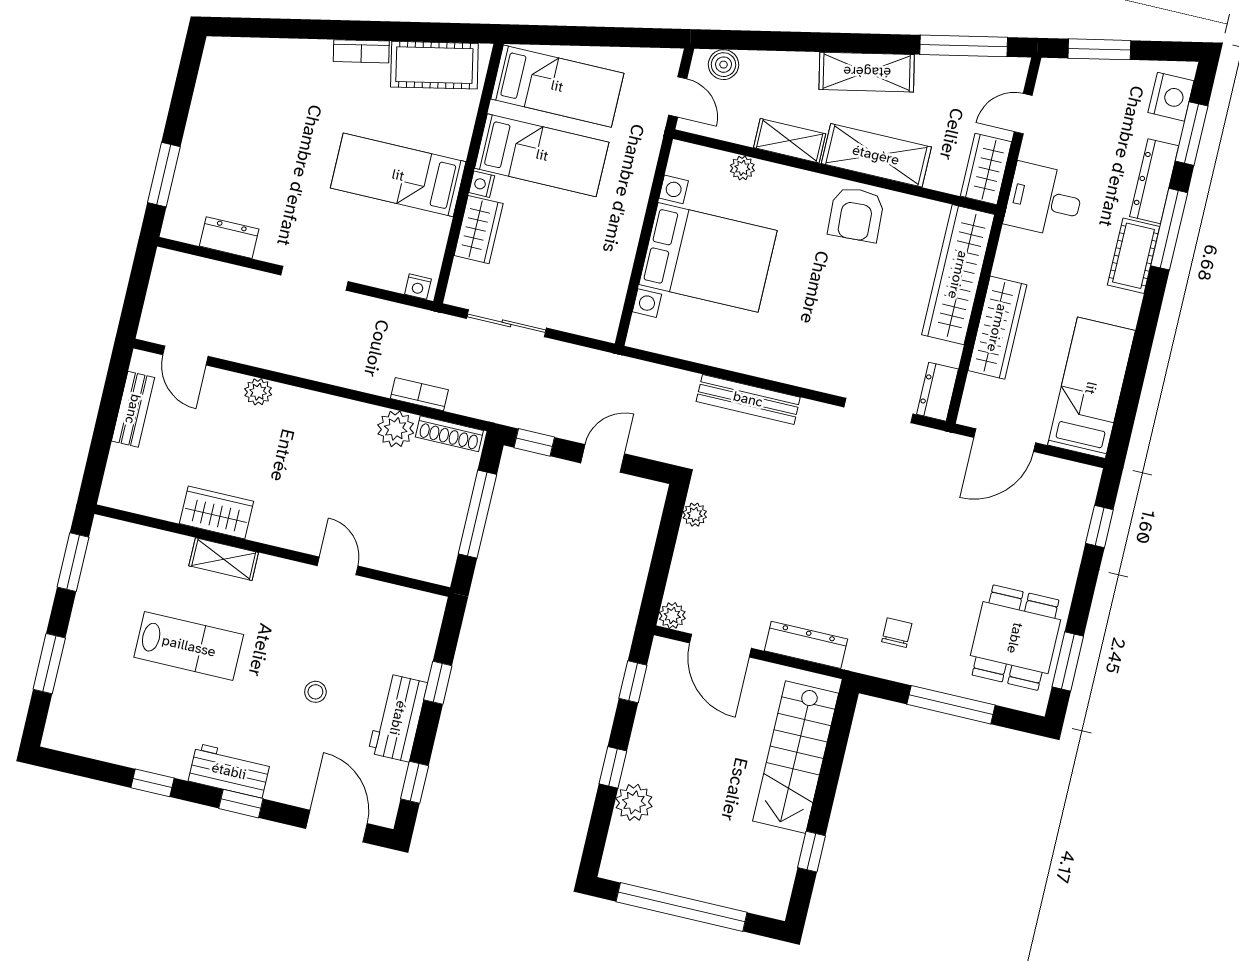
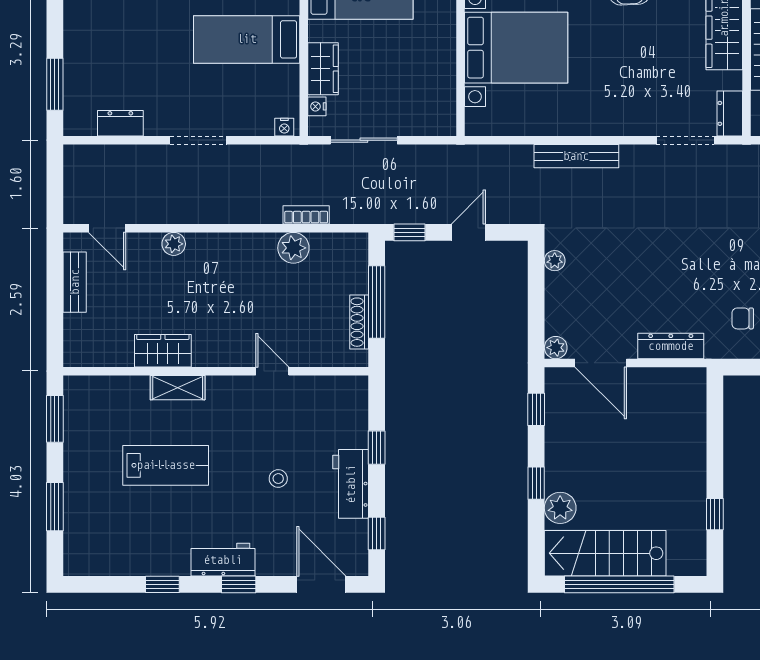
nightstand: (482, 184) -> (317, 106), moved
shoe rack: (449, 434) -> (359, 322), moved, turned 90
chair: (897, 633) -> (743, 318), turned -90
stairs: (796, 757) -> (605, 553), moved, turned 90

